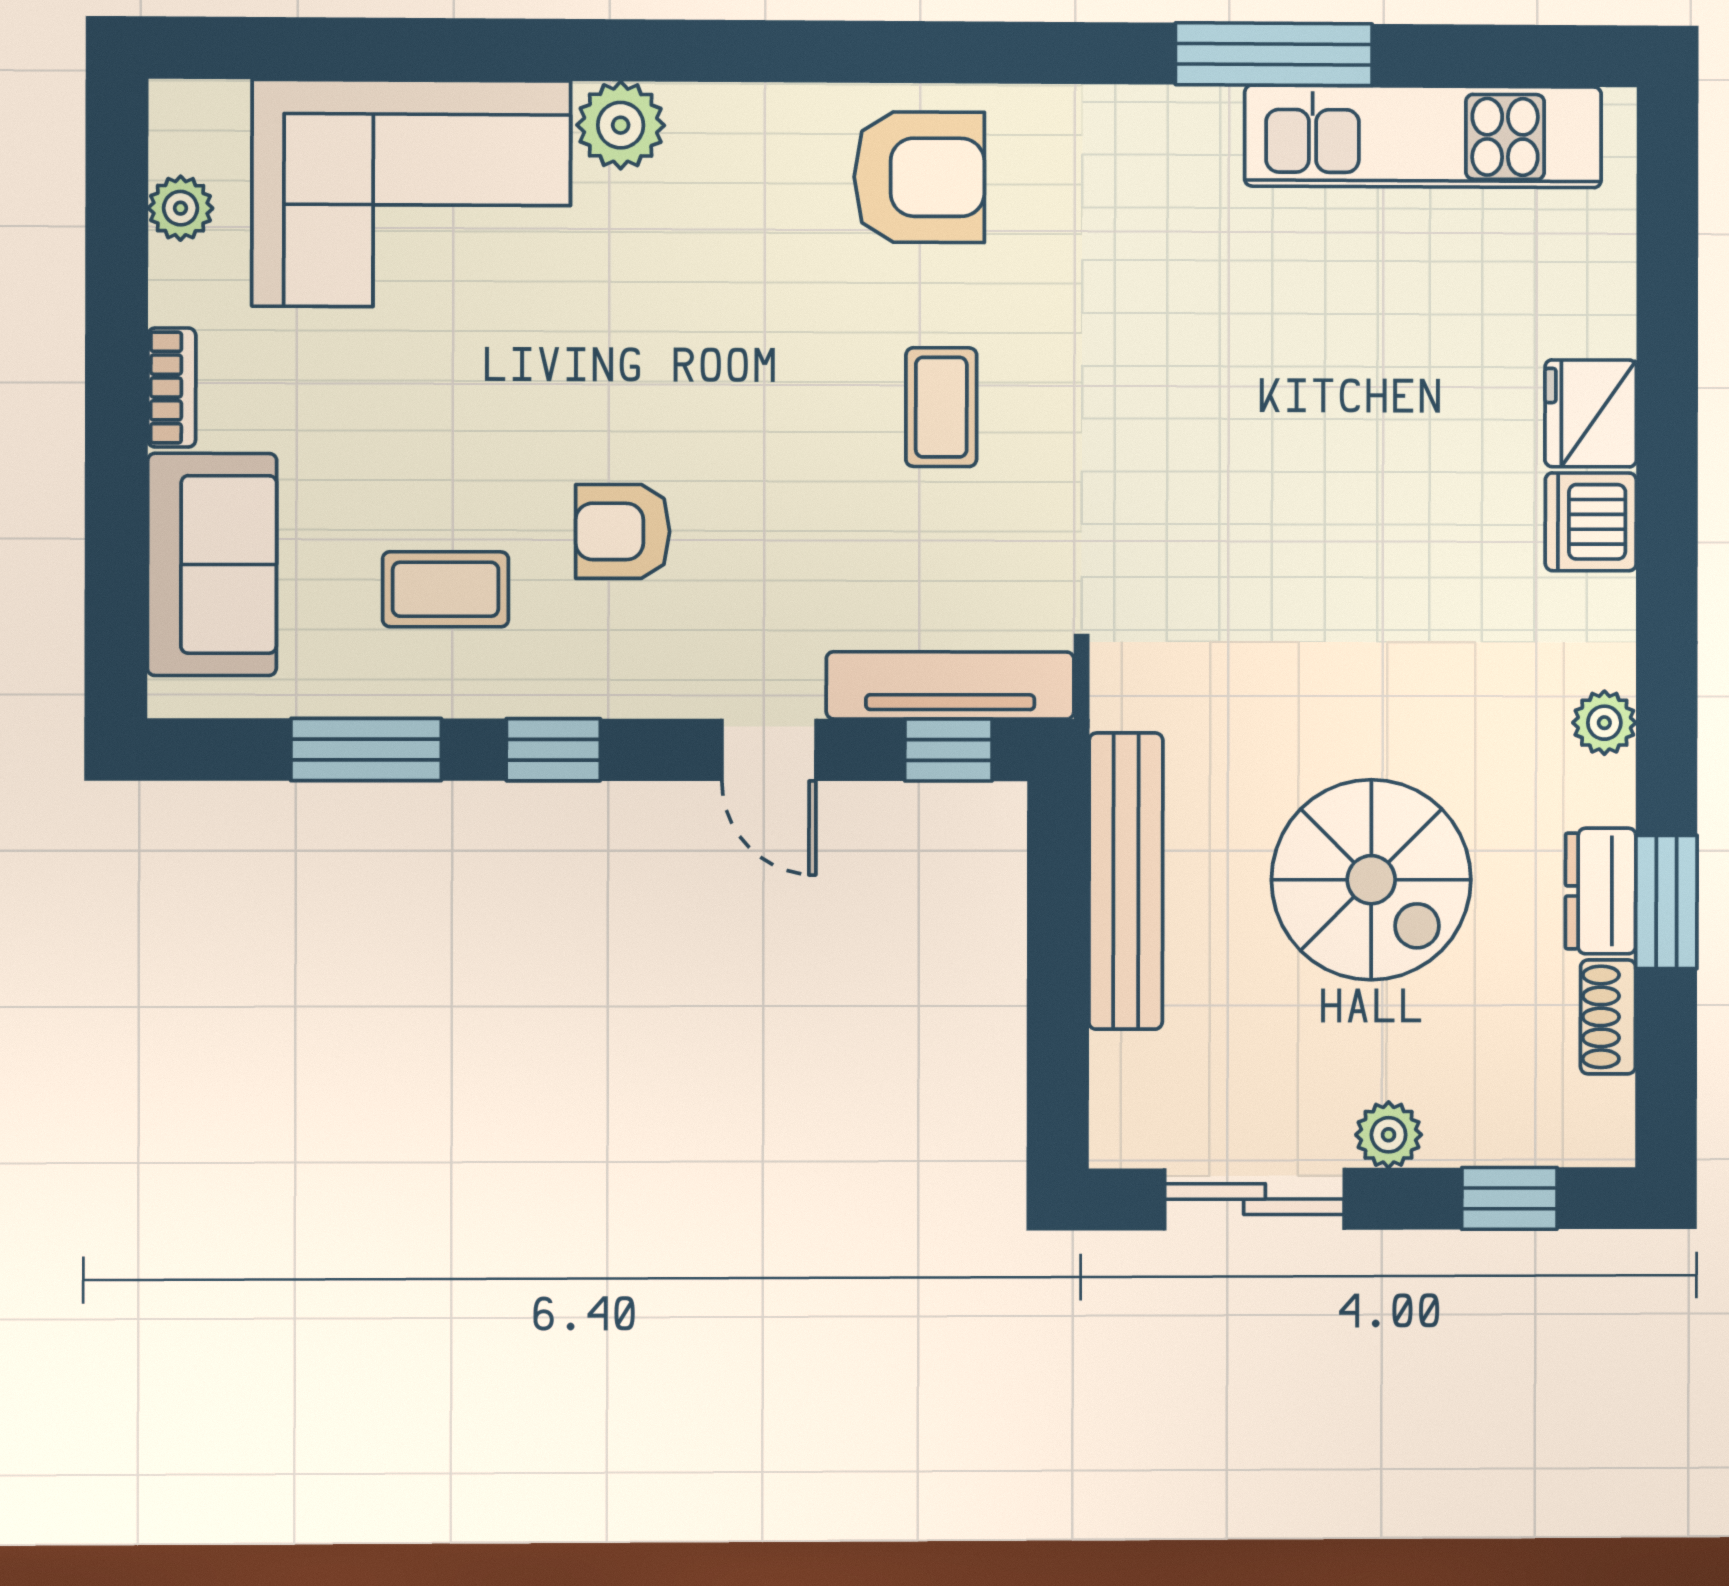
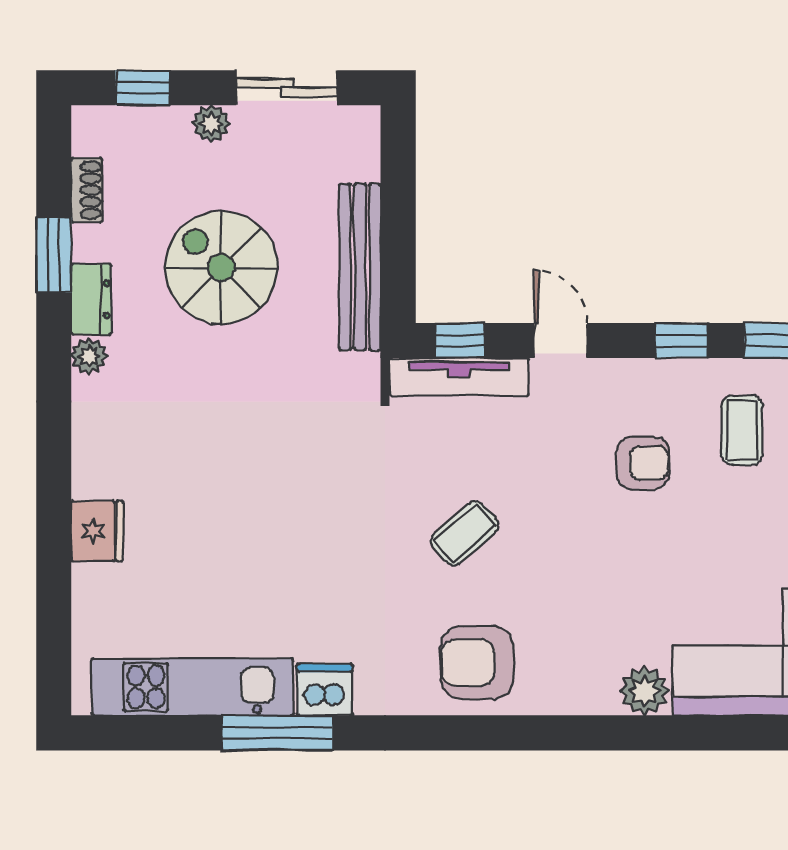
coffee table: (941, 407) -> (464, 533), turned 49
dishwasher: (1591, 522) -> (325, 690), moved, turned -90
coffee table: (446, 589) -> (742, 430), turned 90
dresser: (1601, 891) -> (91, 299), moved

